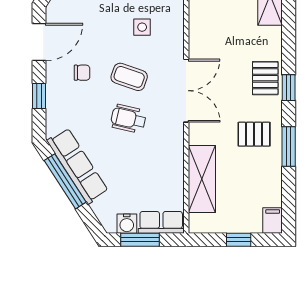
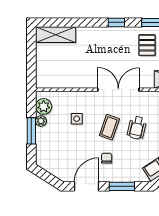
door: (39, 42) -> (86, 186), hinge flipped
pallet: (265, 78) -> (110, 38), removed
window: (39, 96) -> (122, 186), width x1.50

